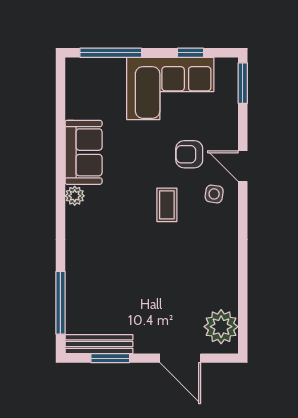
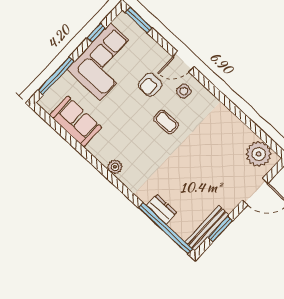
sofa: (84, 152) -> (76, 121), moved
dresser: (76, 281) -> (161, 209), added
window: (60, 303) -> (165, 228), width x1.46

